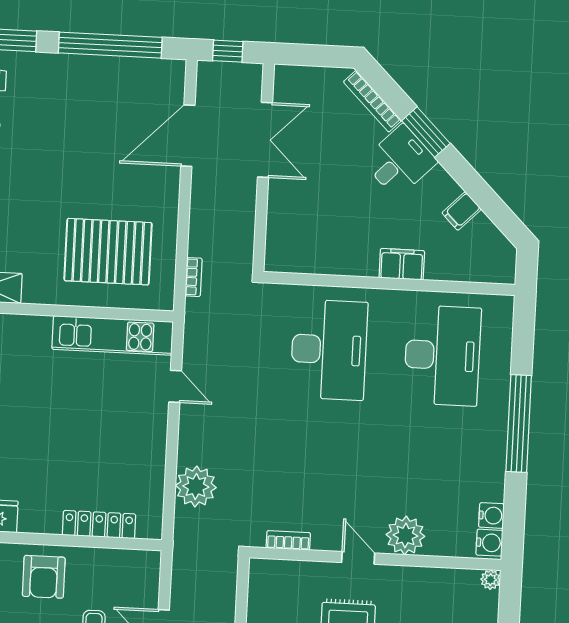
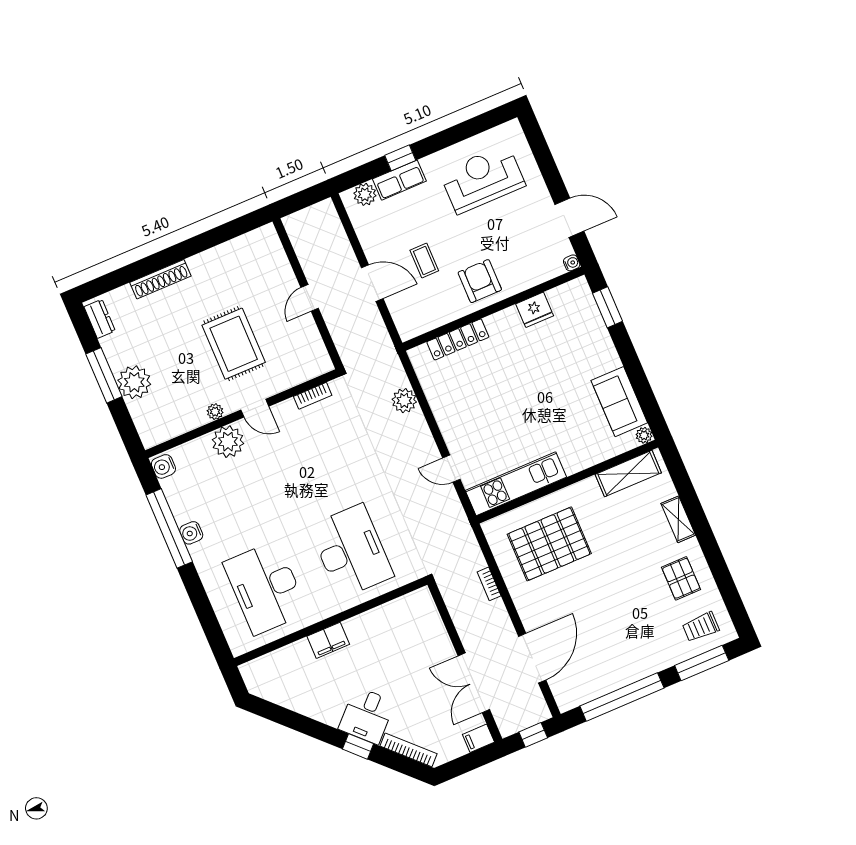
window: (426, 132) -> (358, 746), width x0.67
filing cabinet: (462, 211) -> (478, 738), moved, turned -135
bookcase: (194, 277) -> (489, 584), moved
desk: (329, 350) -> (351, 551), turned 180
window: (519, 424) -> (169, 528), moved
plant: (196, 486) -> (404, 401), width x0.73, depth x0.73
water cooler: (491, 515) -> (191, 533), moved
plant: (491, 580) -> (215, 412), moved

